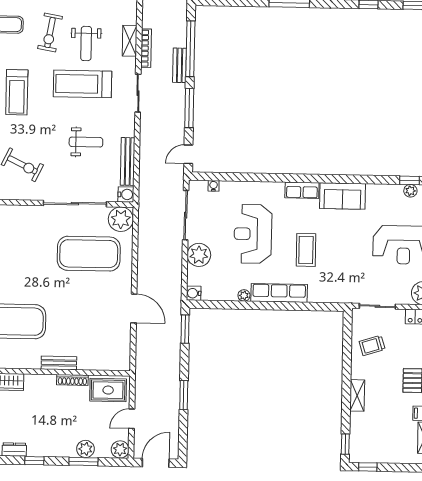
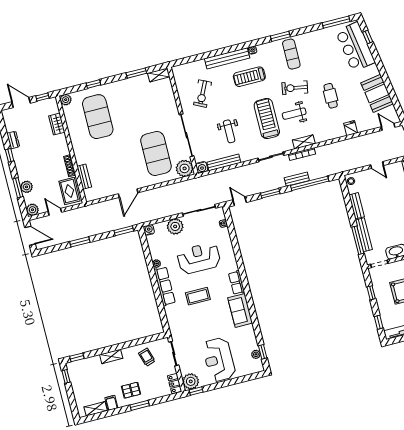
window: (189, 108) -> (270, 193), width x0.69
bench: (59, 363) -> (84, 177), moved

